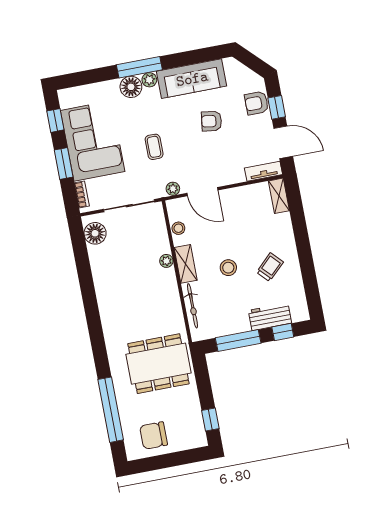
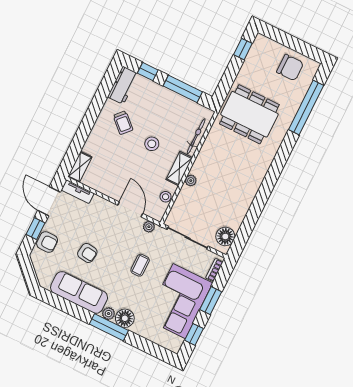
trolley: (270, 267) -> (123, 123), turned -93
workbench: (270, 317) -> (123, 85), moved, turned -90

